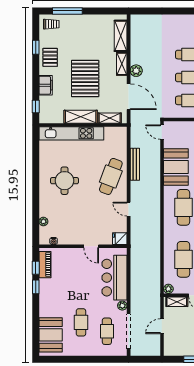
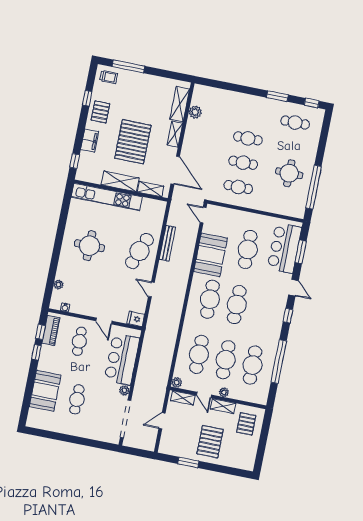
plant: (136, 71) -> (195, 112), moved
cafe table: (107, 331) -> (79, 341), moved
booth: (51, 335) -> (45, 391), moved

